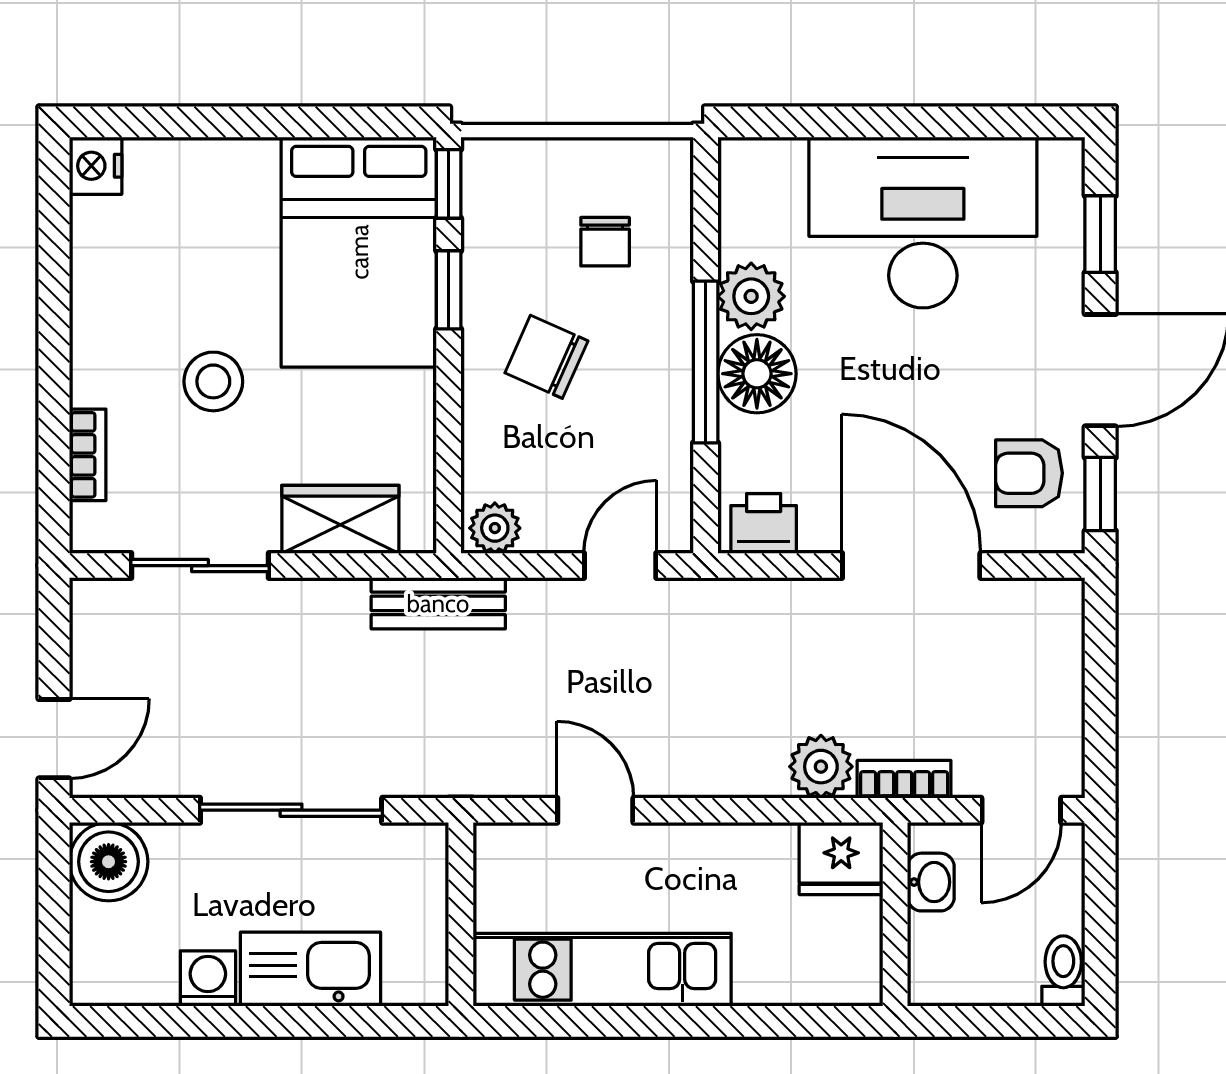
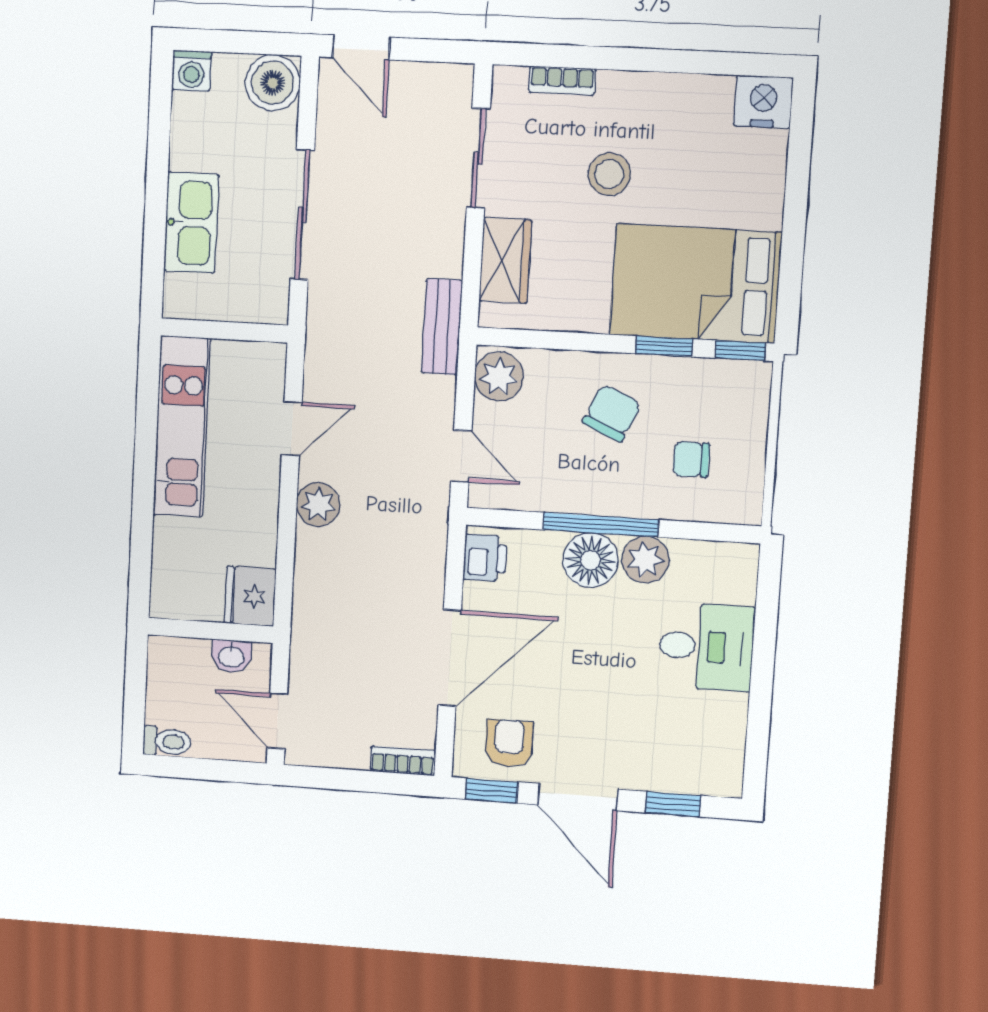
nightstand: (96, 166) -> (763, 102), width x1.36, depth x1.33
desk: (923, 223) -> (706, 647), width x0.53, depth x0.77
plant: (495, 528) -> (499, 377), width x1.38, depth x1.38
plant: (821, 767) -> (318, 504), moved
bookcase: (904, 779) -> (403, 761), moved, turned -90
washing machine: (208, 978) -> (192, 71), moved, turned 90

